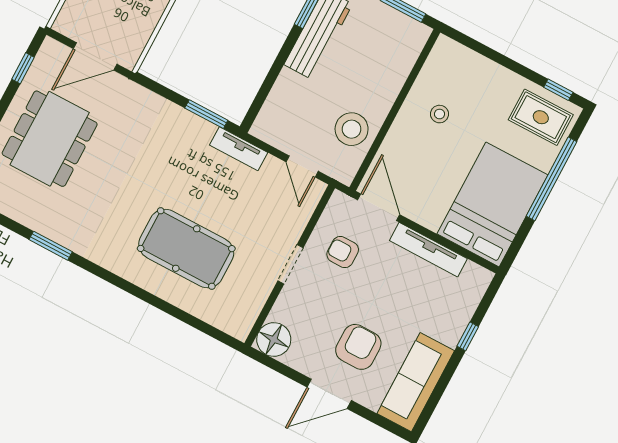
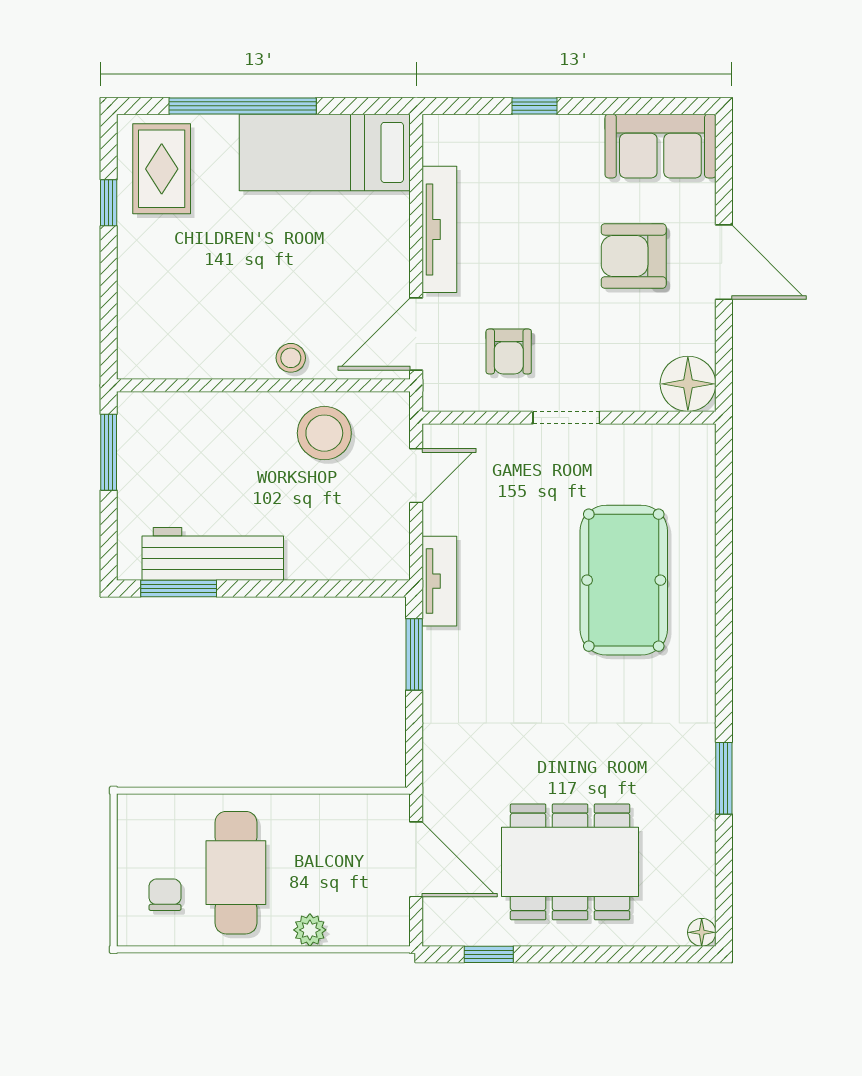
window: (558, 90) -> (109, 203), moved
stool: (440, 114) -> (291, 358), moved
bed: (492, 204) -> (325, 152), width x0.67
sofa: (416, 382) -> (660, 146), width x0.73

